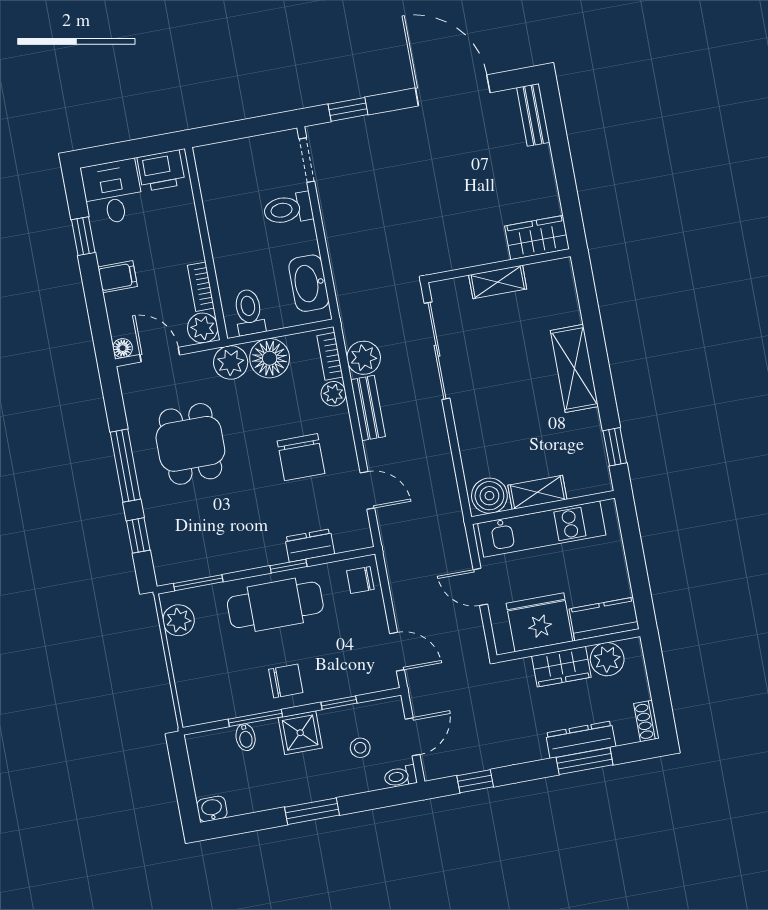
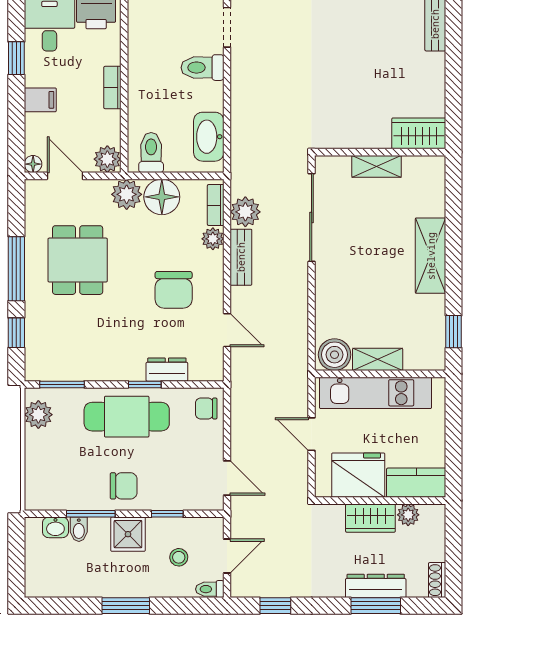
bookcase: (201, 287) -> (112, 88), moved
plant: (607, 659) -> (408, 515), width x0.73, depth x0.73
washbasin: (212, 809) -> (55, 527), moved, turned 180

